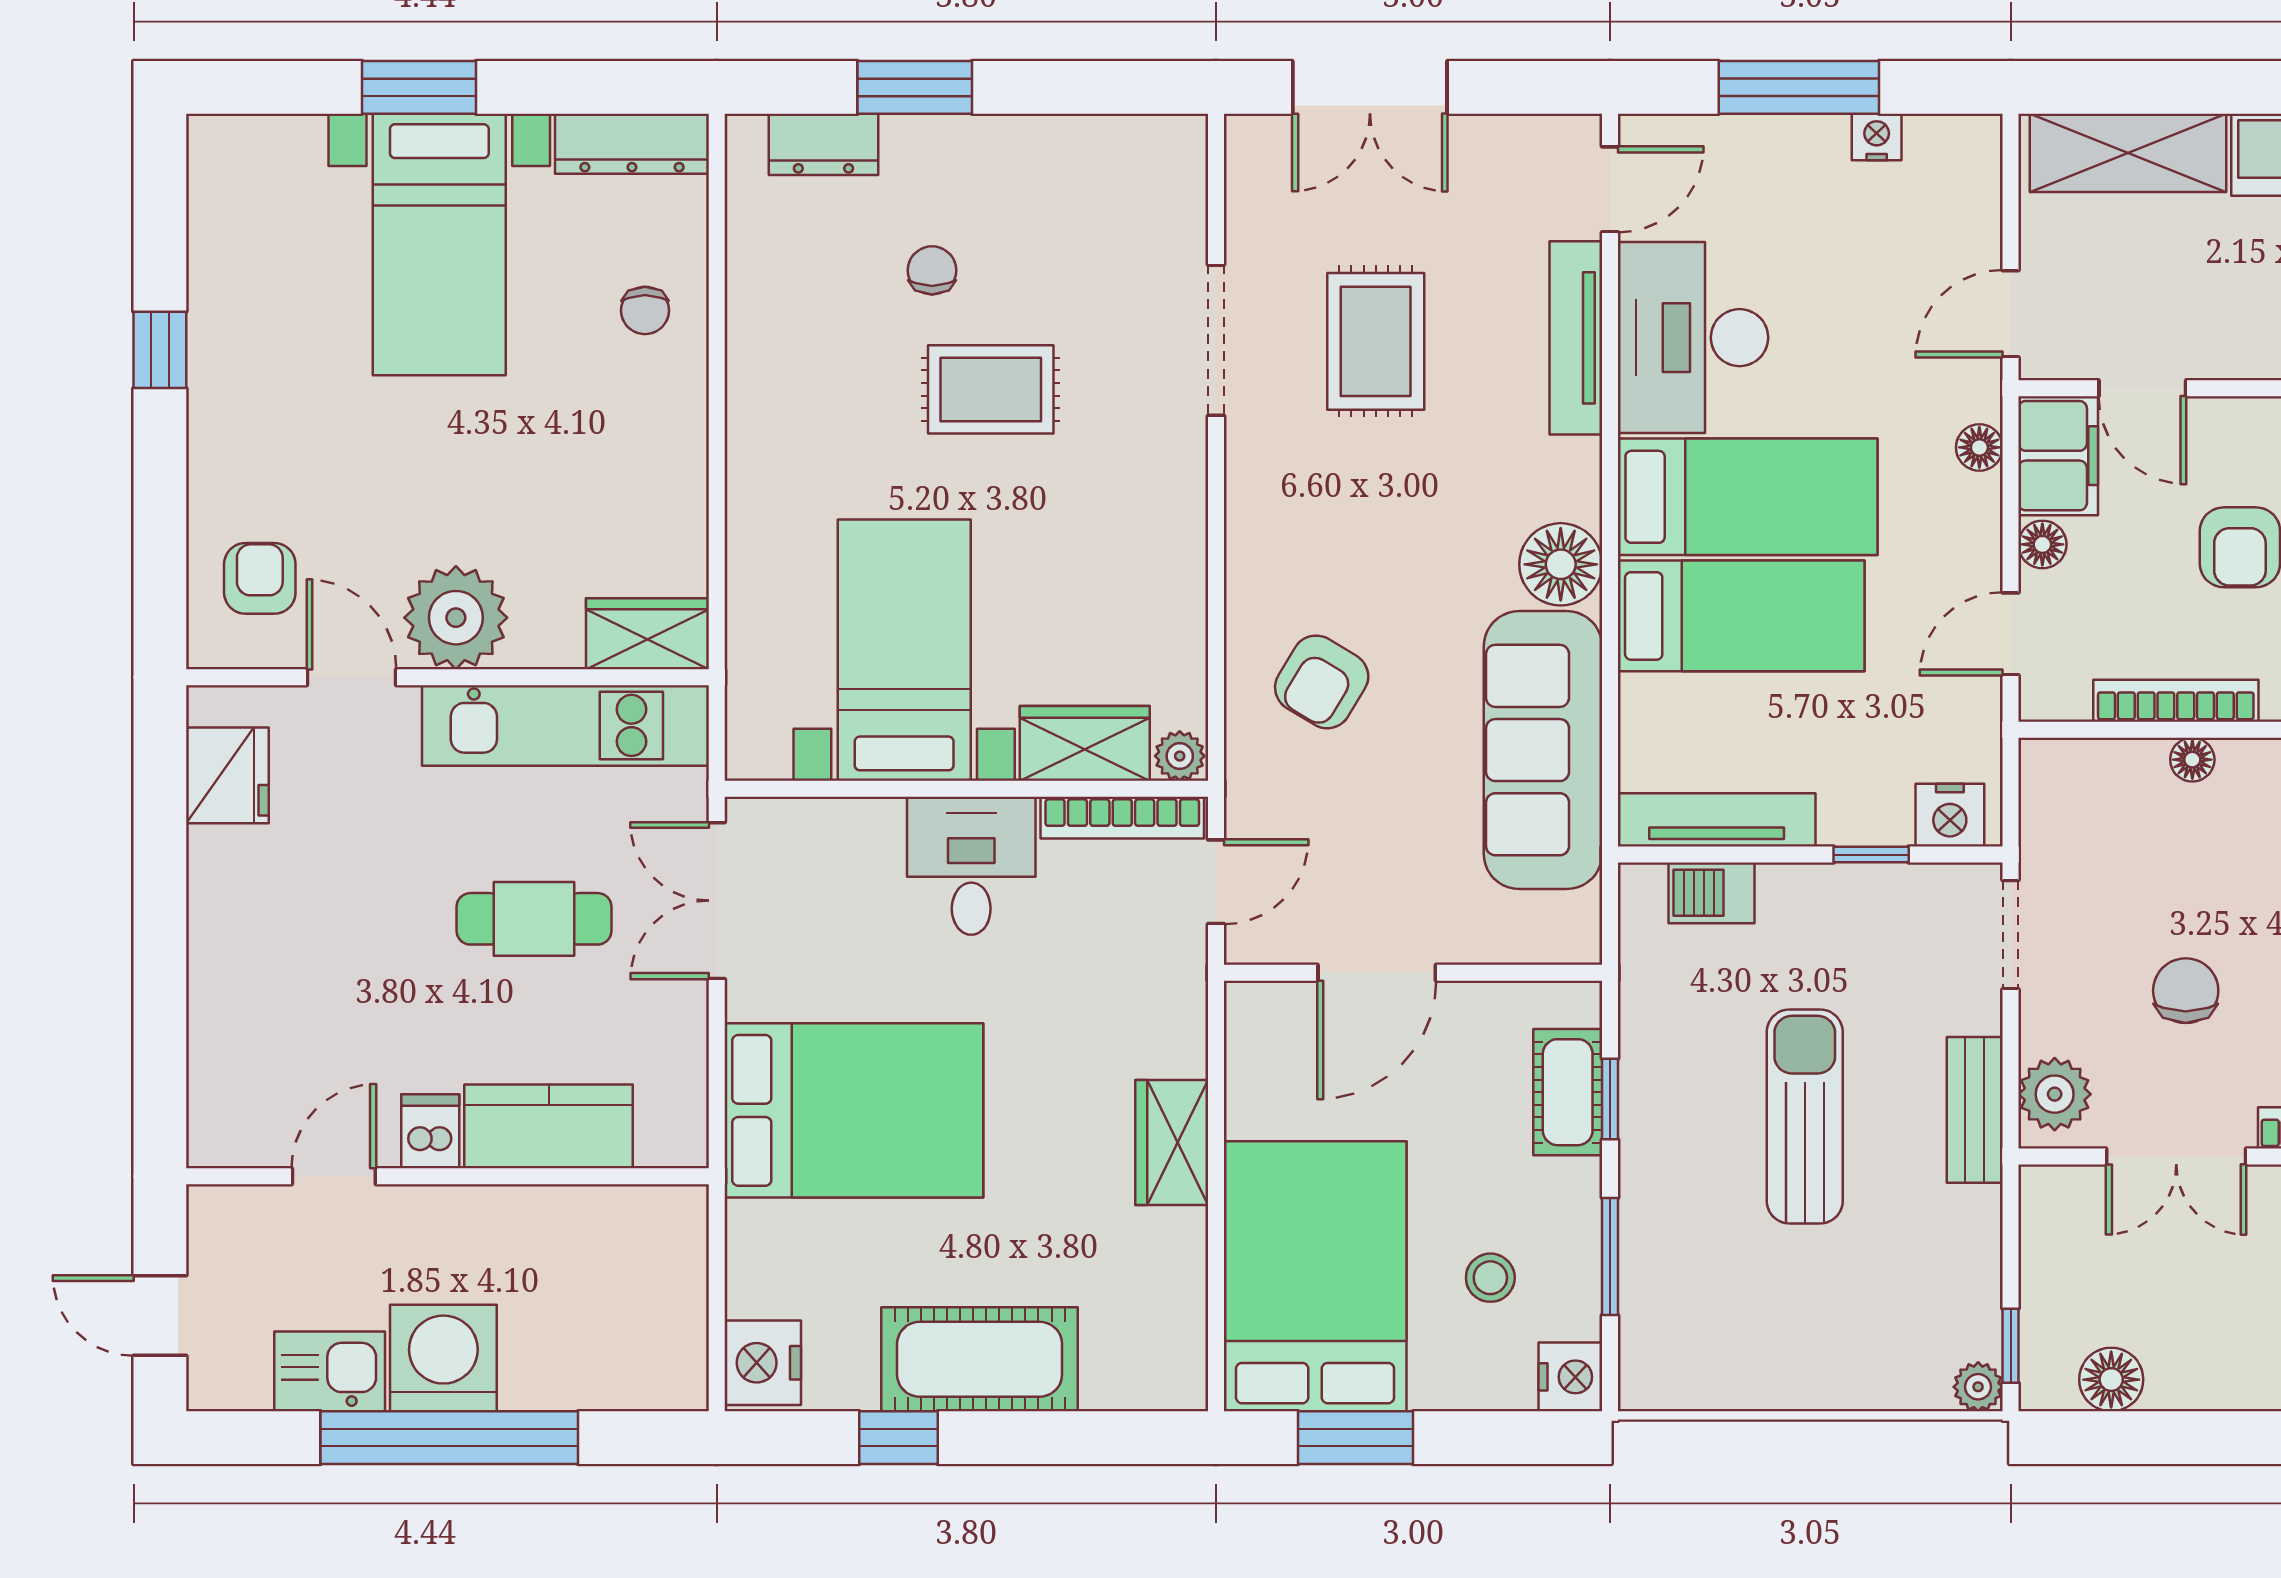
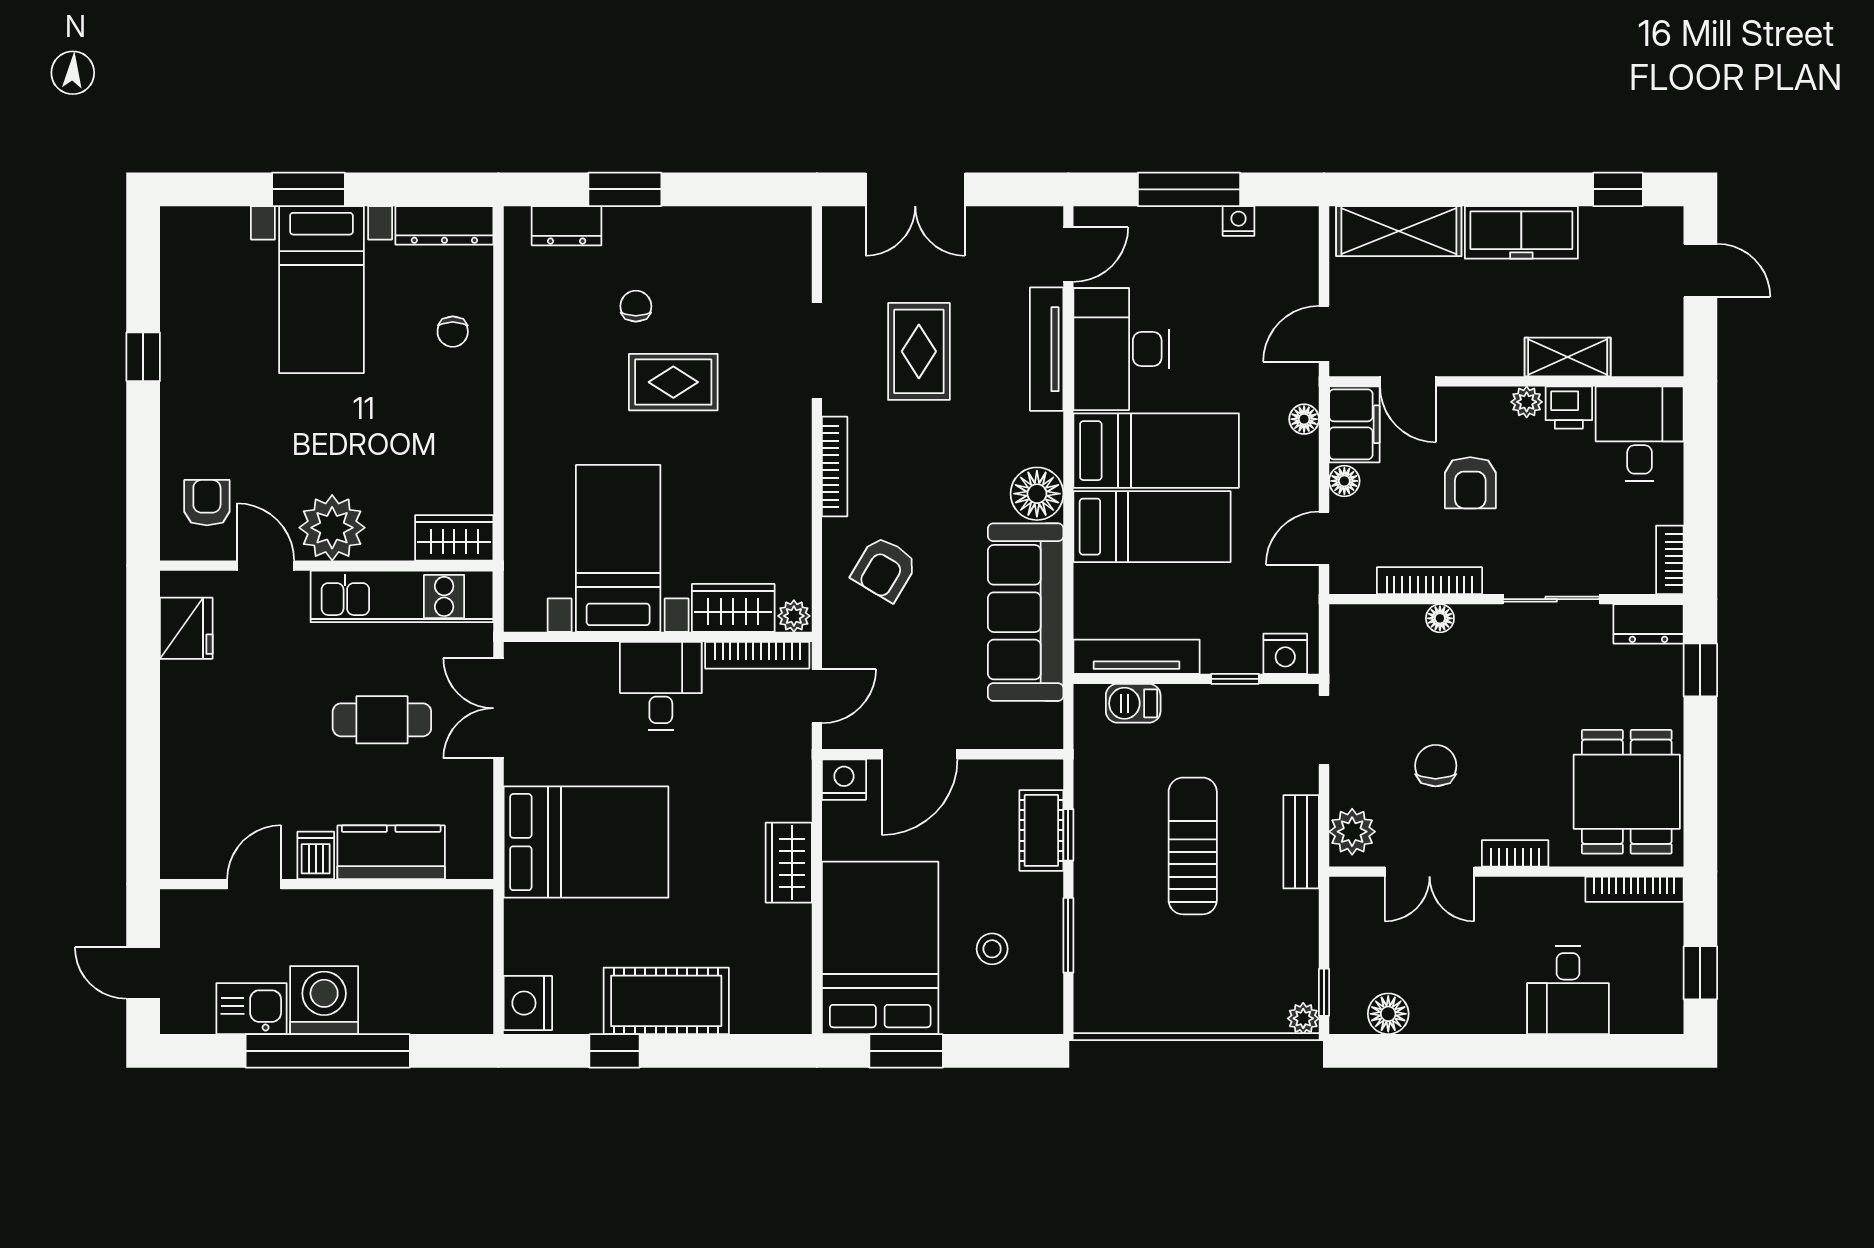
bookcase: (1244, 522) -> (835, 467), added
nightstand: (1570, 1377) -> (844, 780), moved, turned -90

